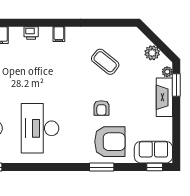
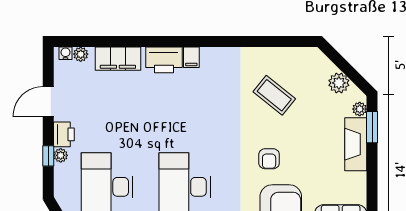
printer: (31, 33) -> (164, 60), width x1.87, depth x1.48
filing cabinet: (59, 34) -> (191, 57), moved

